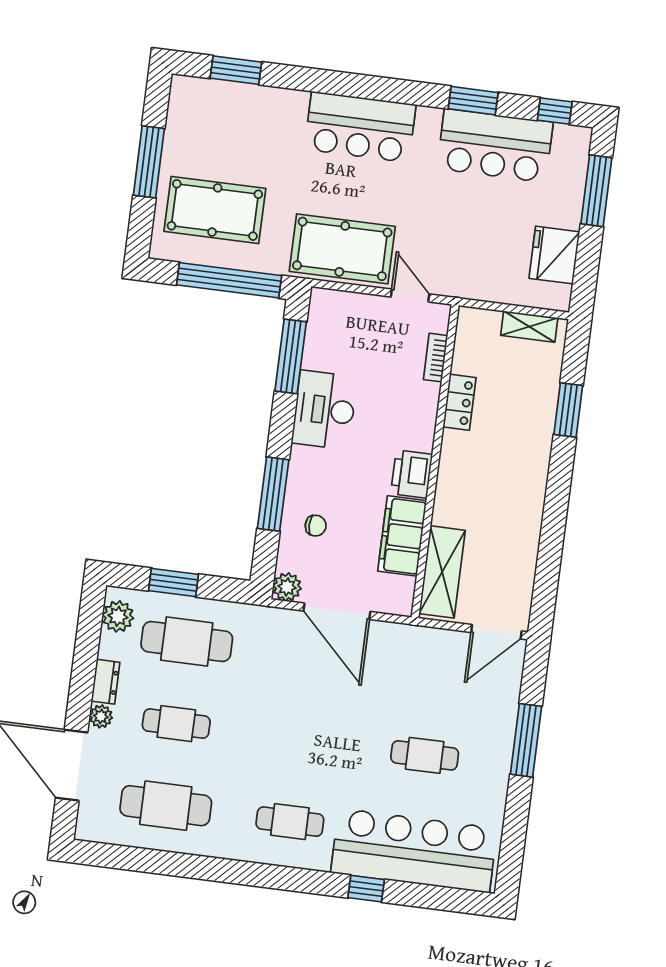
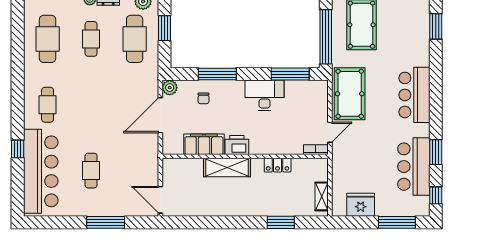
bookcase: (436, 358) -> (316, 150), moved
shelving: (442, 572) -> (227, 167), moved

